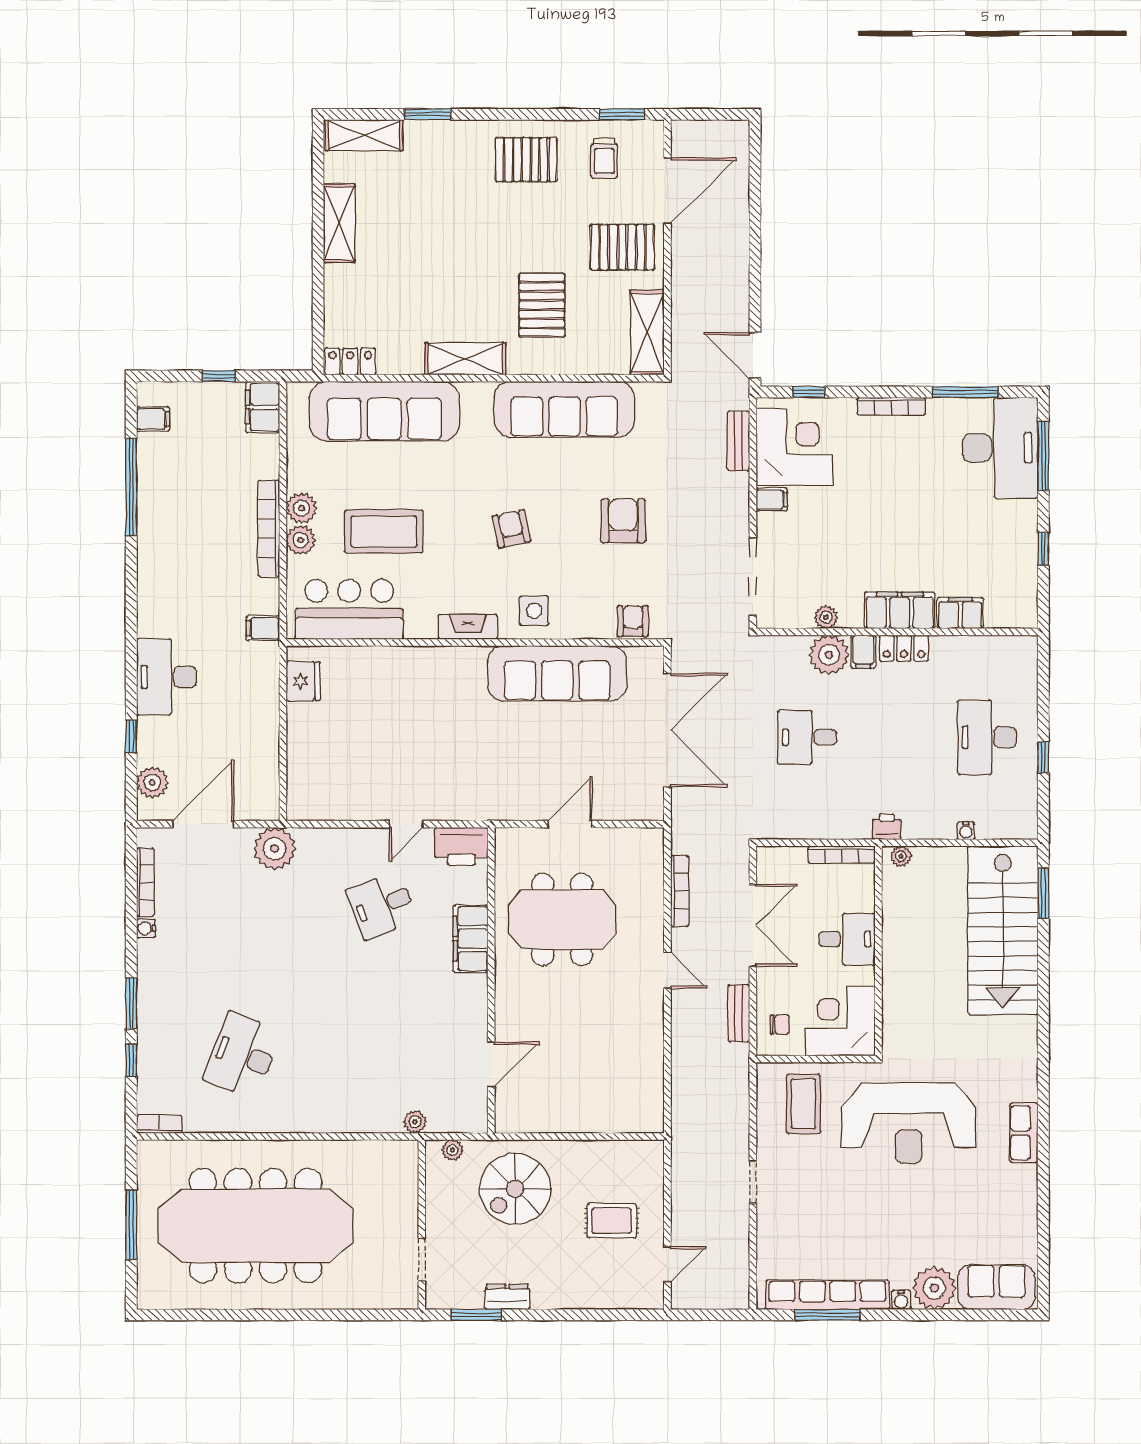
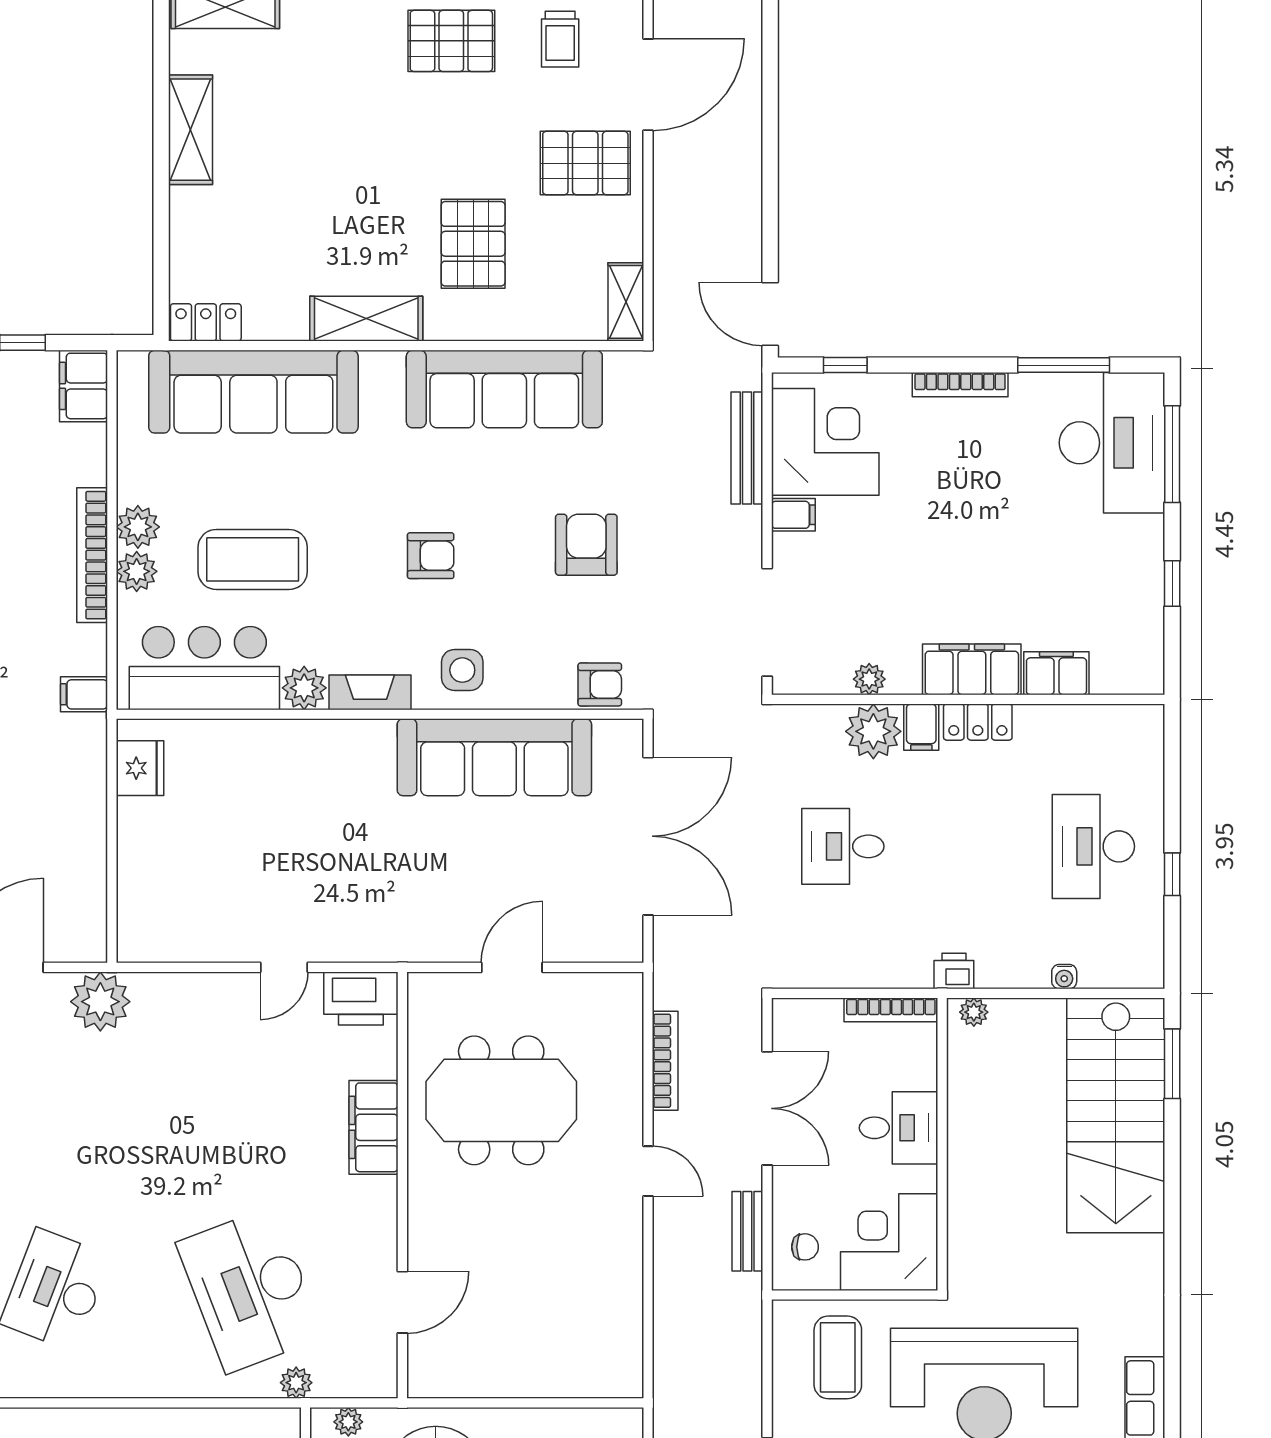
shelving: (647, 333) -> (626, 302), width x0.67, depth x0.75
bench: (738, 441) -> (747, 448), width x1.36
armchair: (511, 529) -> (431, 556), turned 102
armchair: (633, 621) -> (600, 684), turned 90
plant: (421, 624) -> (304, 688), added
desk: (382, 905) -> (250, 1290), moved, width x1.87, depth x1.30

